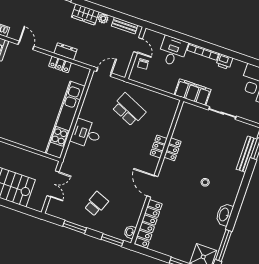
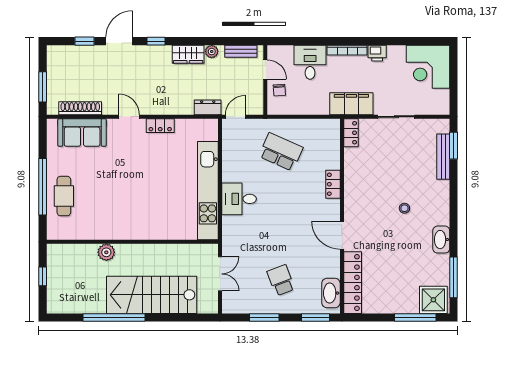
dresser: (65, 51) -> (208, 107), moved
locker: (60, 64) -> (160, 126), moved
locker: (173, 149) -> (351, 133), moved
school desk: (96, 204) -> (281, 280), turned -42
washbasin: (130, 232) -> (331, 293), width x1.91, depth x1.45

